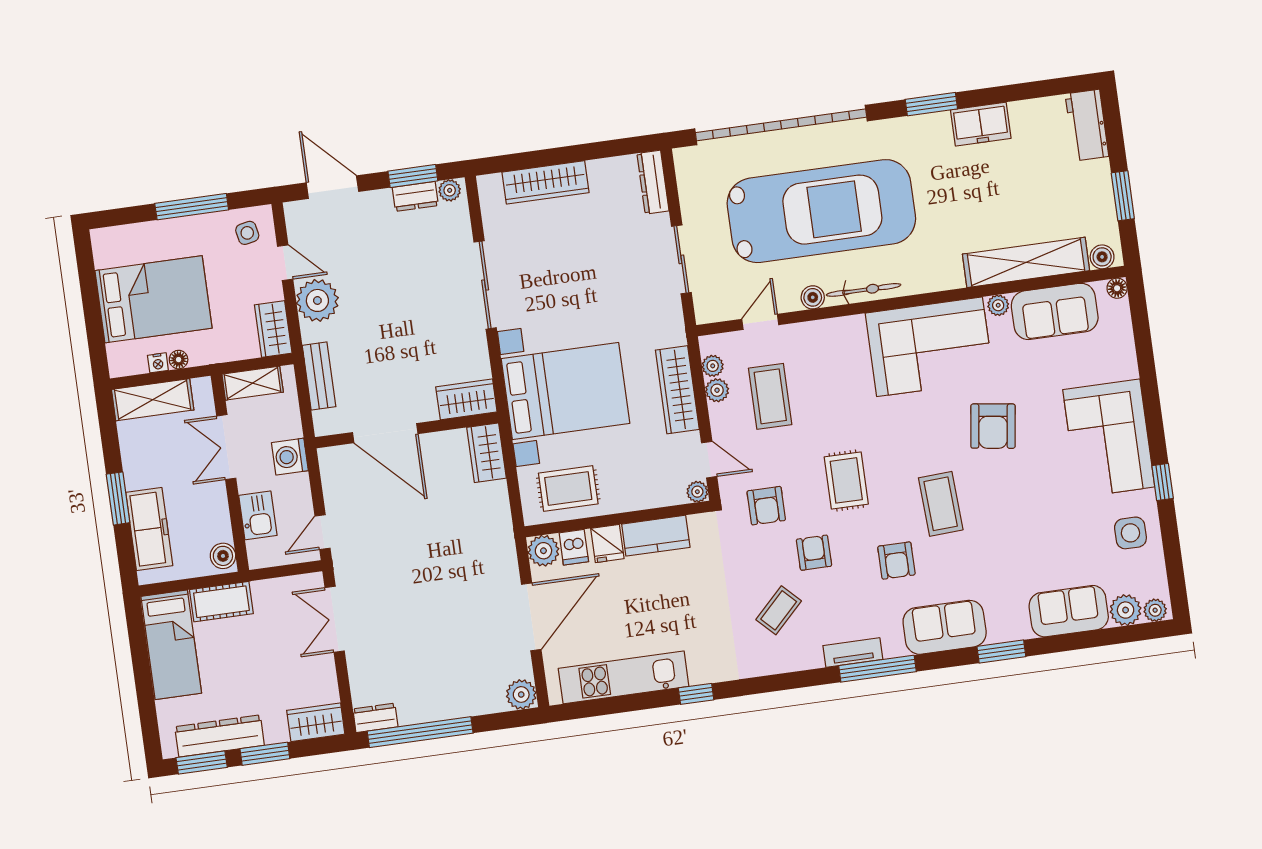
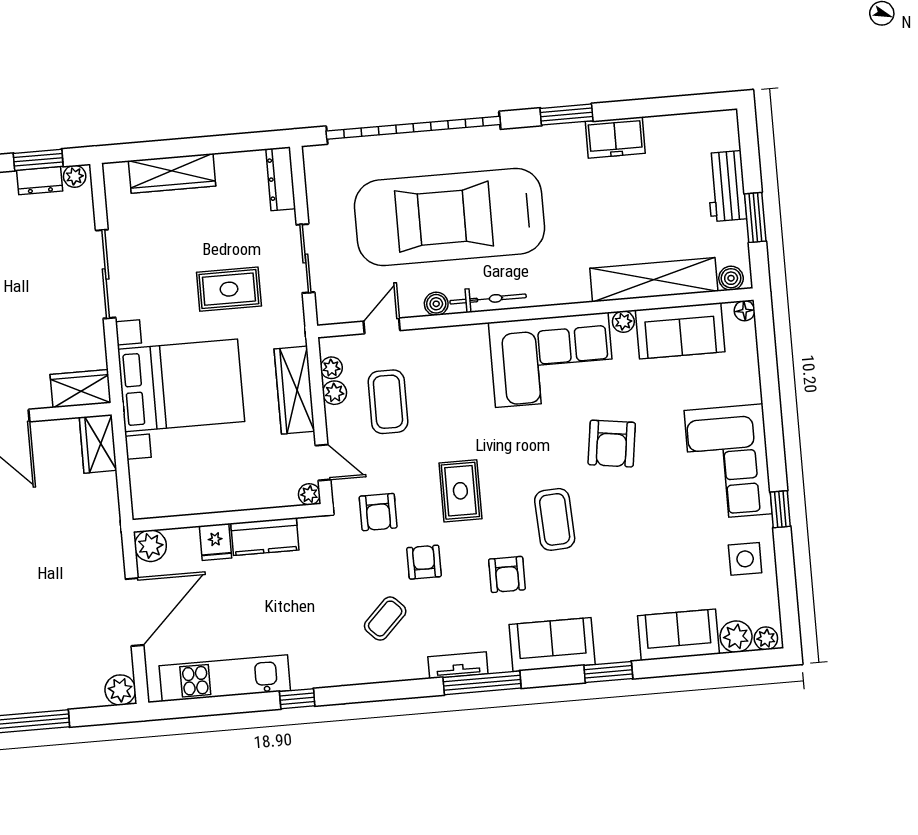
workbench: (1087, 125) -> (726, 186), moved
car: (821, 211) -> (450, 217), turned 180
rug: (568, 489) -> (229, 289), moved
dishwasher: (574, 547) -> (181, 544), removed

